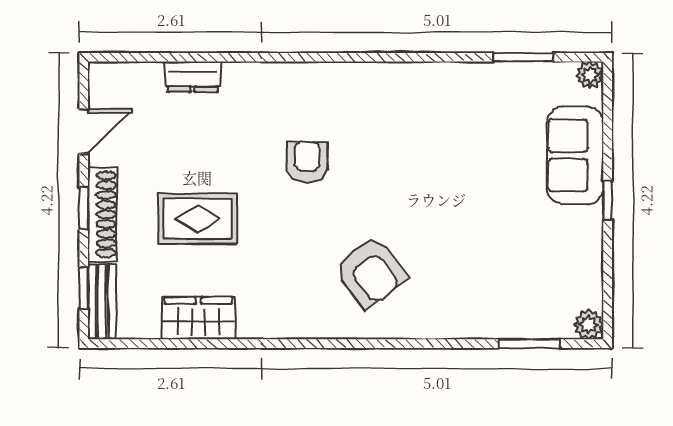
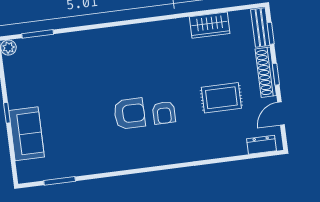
plant: (590, 75) -> (24, 176), removed
dresser: (193, 77) -> (261, 145), moved
rug: (198, 219) -> (221, 98), moved
armchair: (371, 272) -> (129, 114), moved, turned 127

